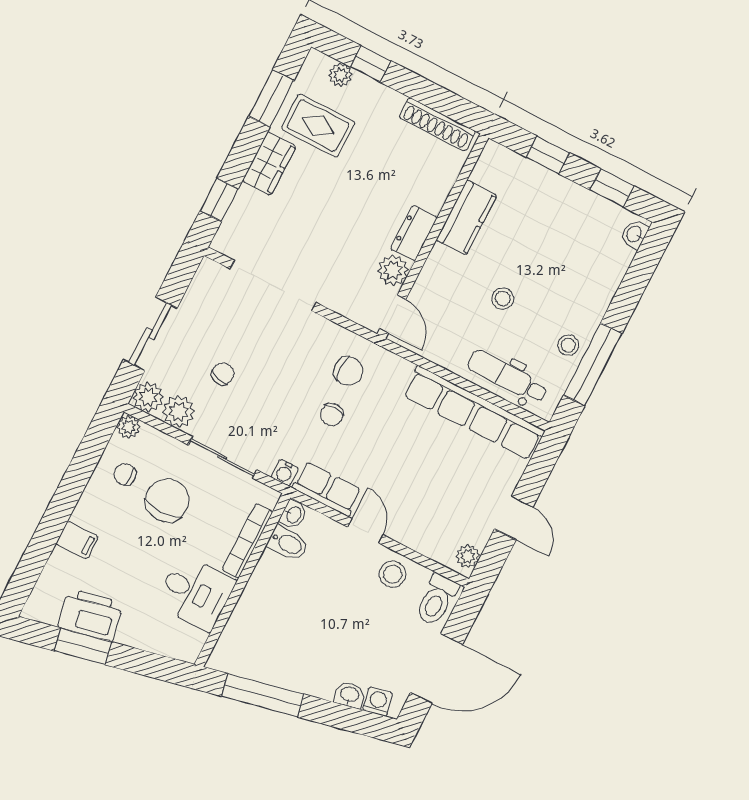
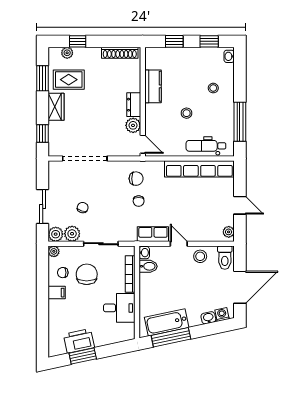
stool: (568, 345) -> (213, 88), moved
water cooler: (285, 473) -> (131, 236), removed
filing cabinet: (77, 540) -> (57, 293), moved
bathtub: (269, 664) -> (167, 322), added

